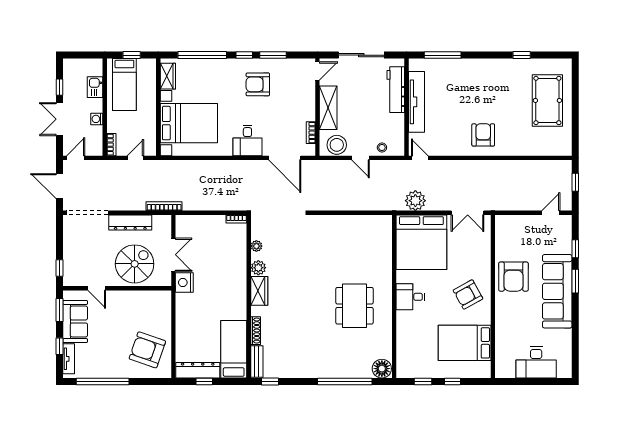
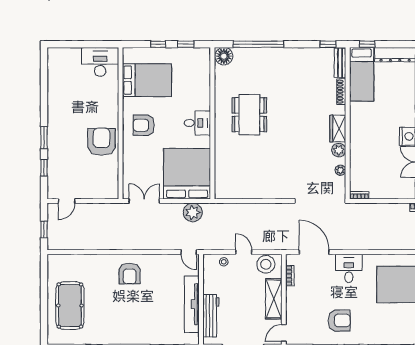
sofa: (557, 291) -> (61, 128), removed
armchair: (468, 294) -> (144, 125), turned -151
desk: (536, 362) -> (100, 62), moved
window: (204, 382) -> (367, 44), moved

